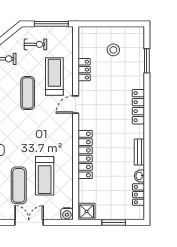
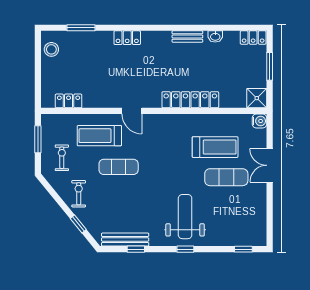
window: (51, 24) -> (38, 139), width x0.69
stool: (113, 50) -> (51, 49), moved
locker: (84, 70) -> (69, 101), moved
locker: (138, 107) -> (127, 38), width x0.66
locker: (139, 195) -> (253, 38), moved

